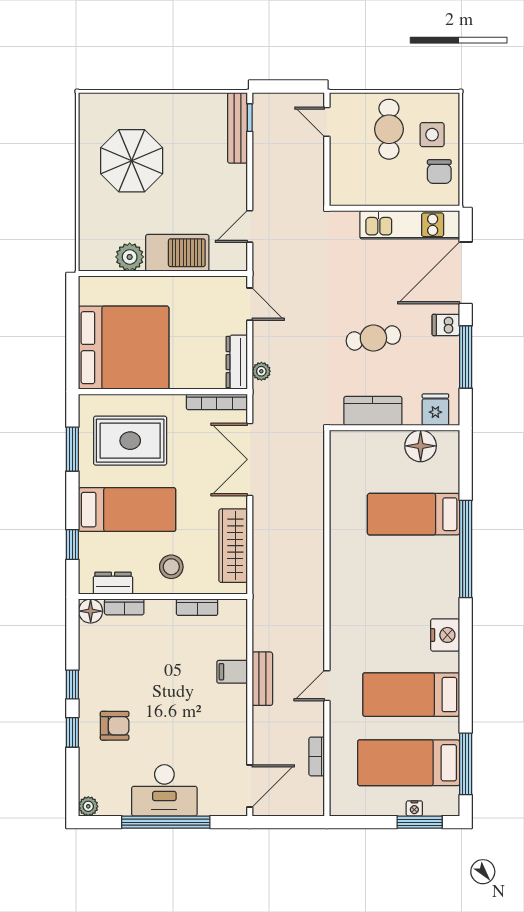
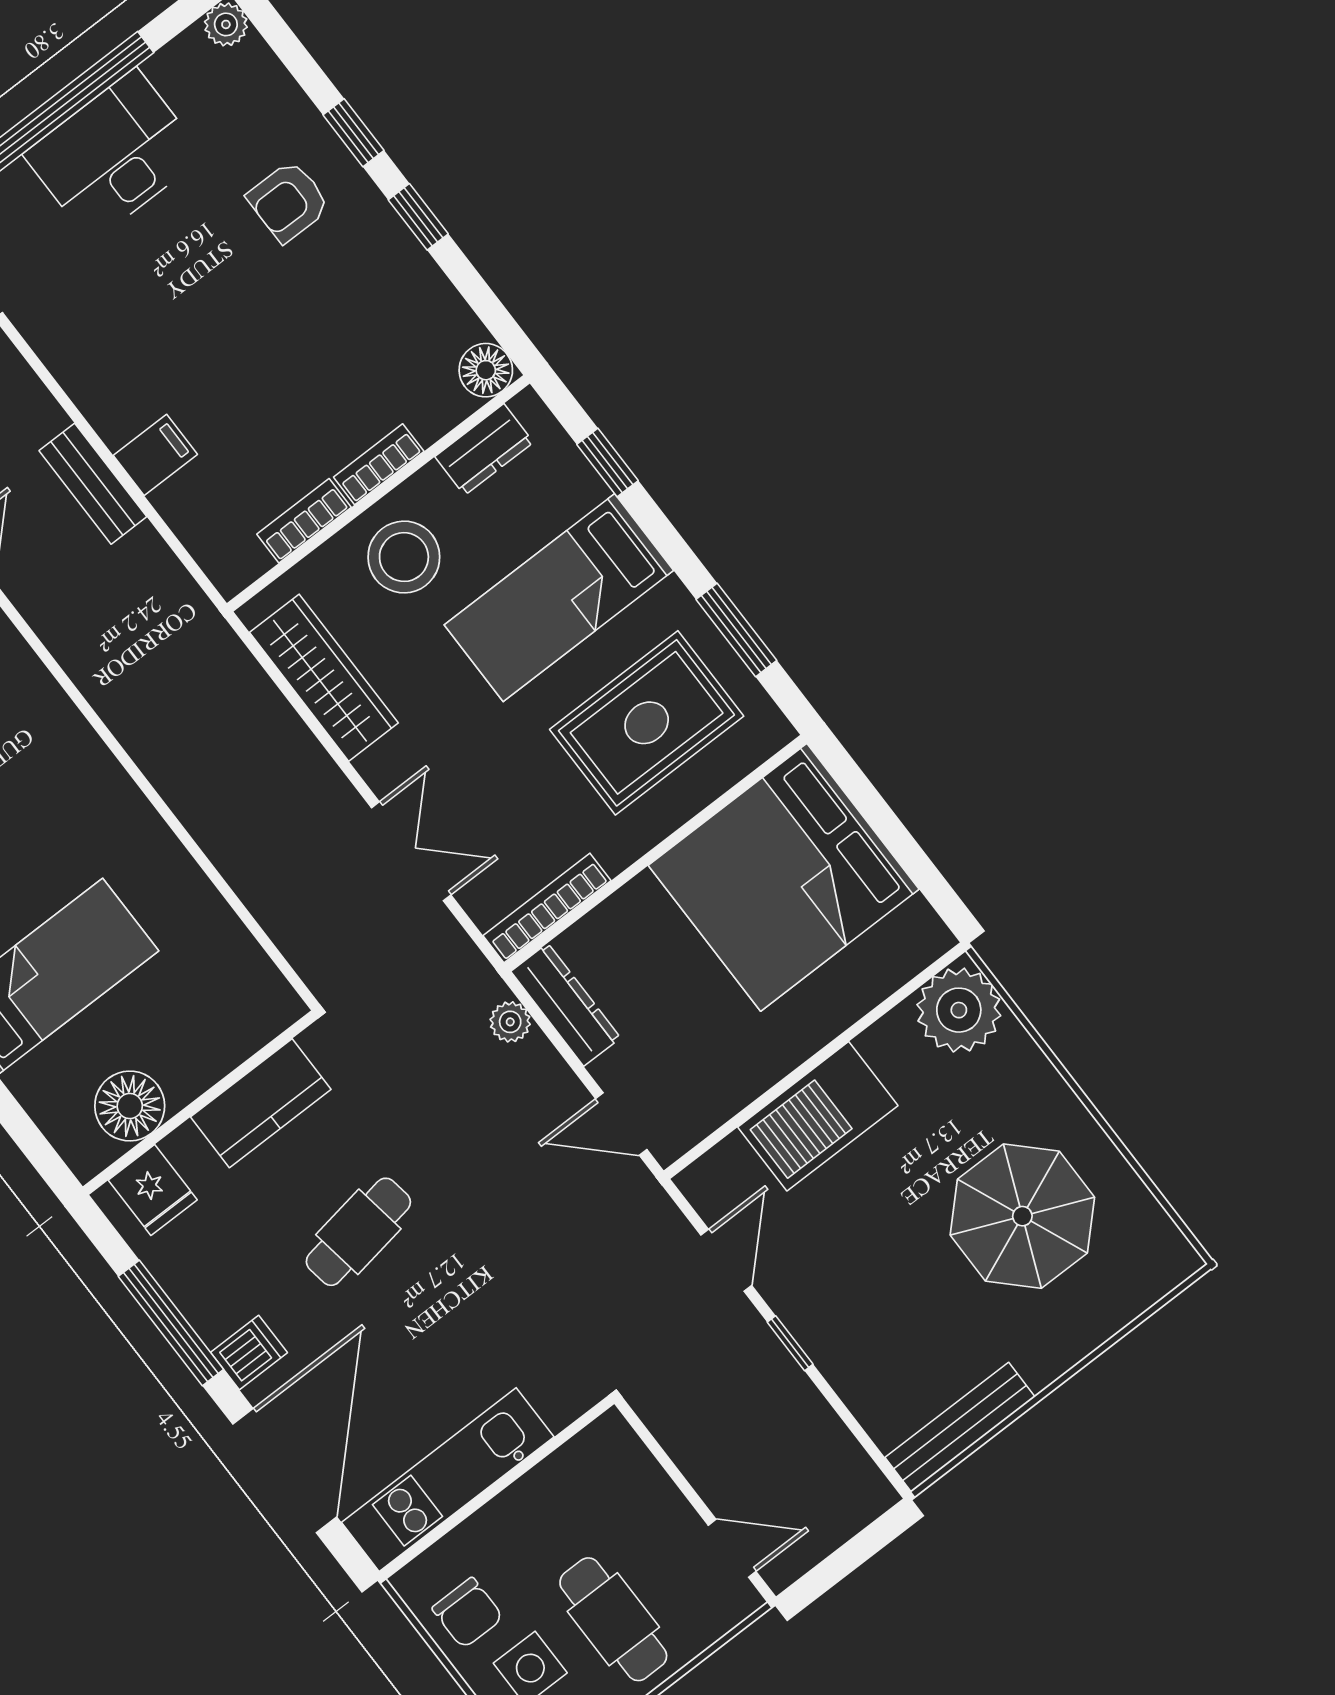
window: (250, 118) -> (790, 1343), moved
bench: (237, 128) -> (960, 1427), moved, turned 90
chair: (439, 172) -> (468, 1613), turned 180
plant: (130, 257) -> (959, 1010), moved, width x1.36, depth x1.36
double door: (250, 459) -> (411, 851), width x0.73
stool: (171, 567) -> (404, 557), width x1.38, depth x1.38
bookcase: (124, 607) -> (379, 464), moved

